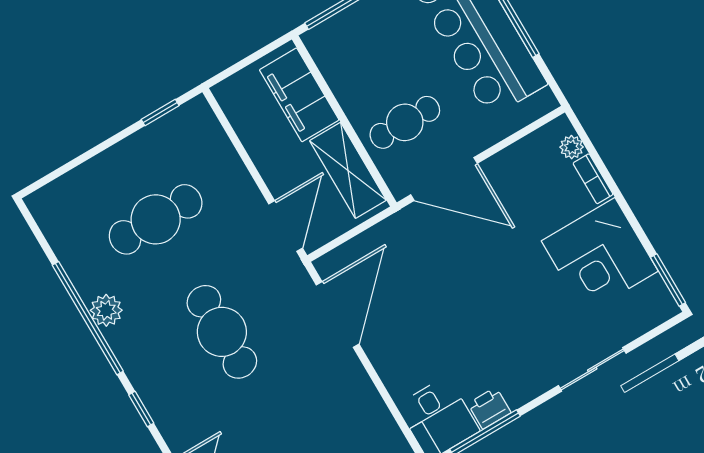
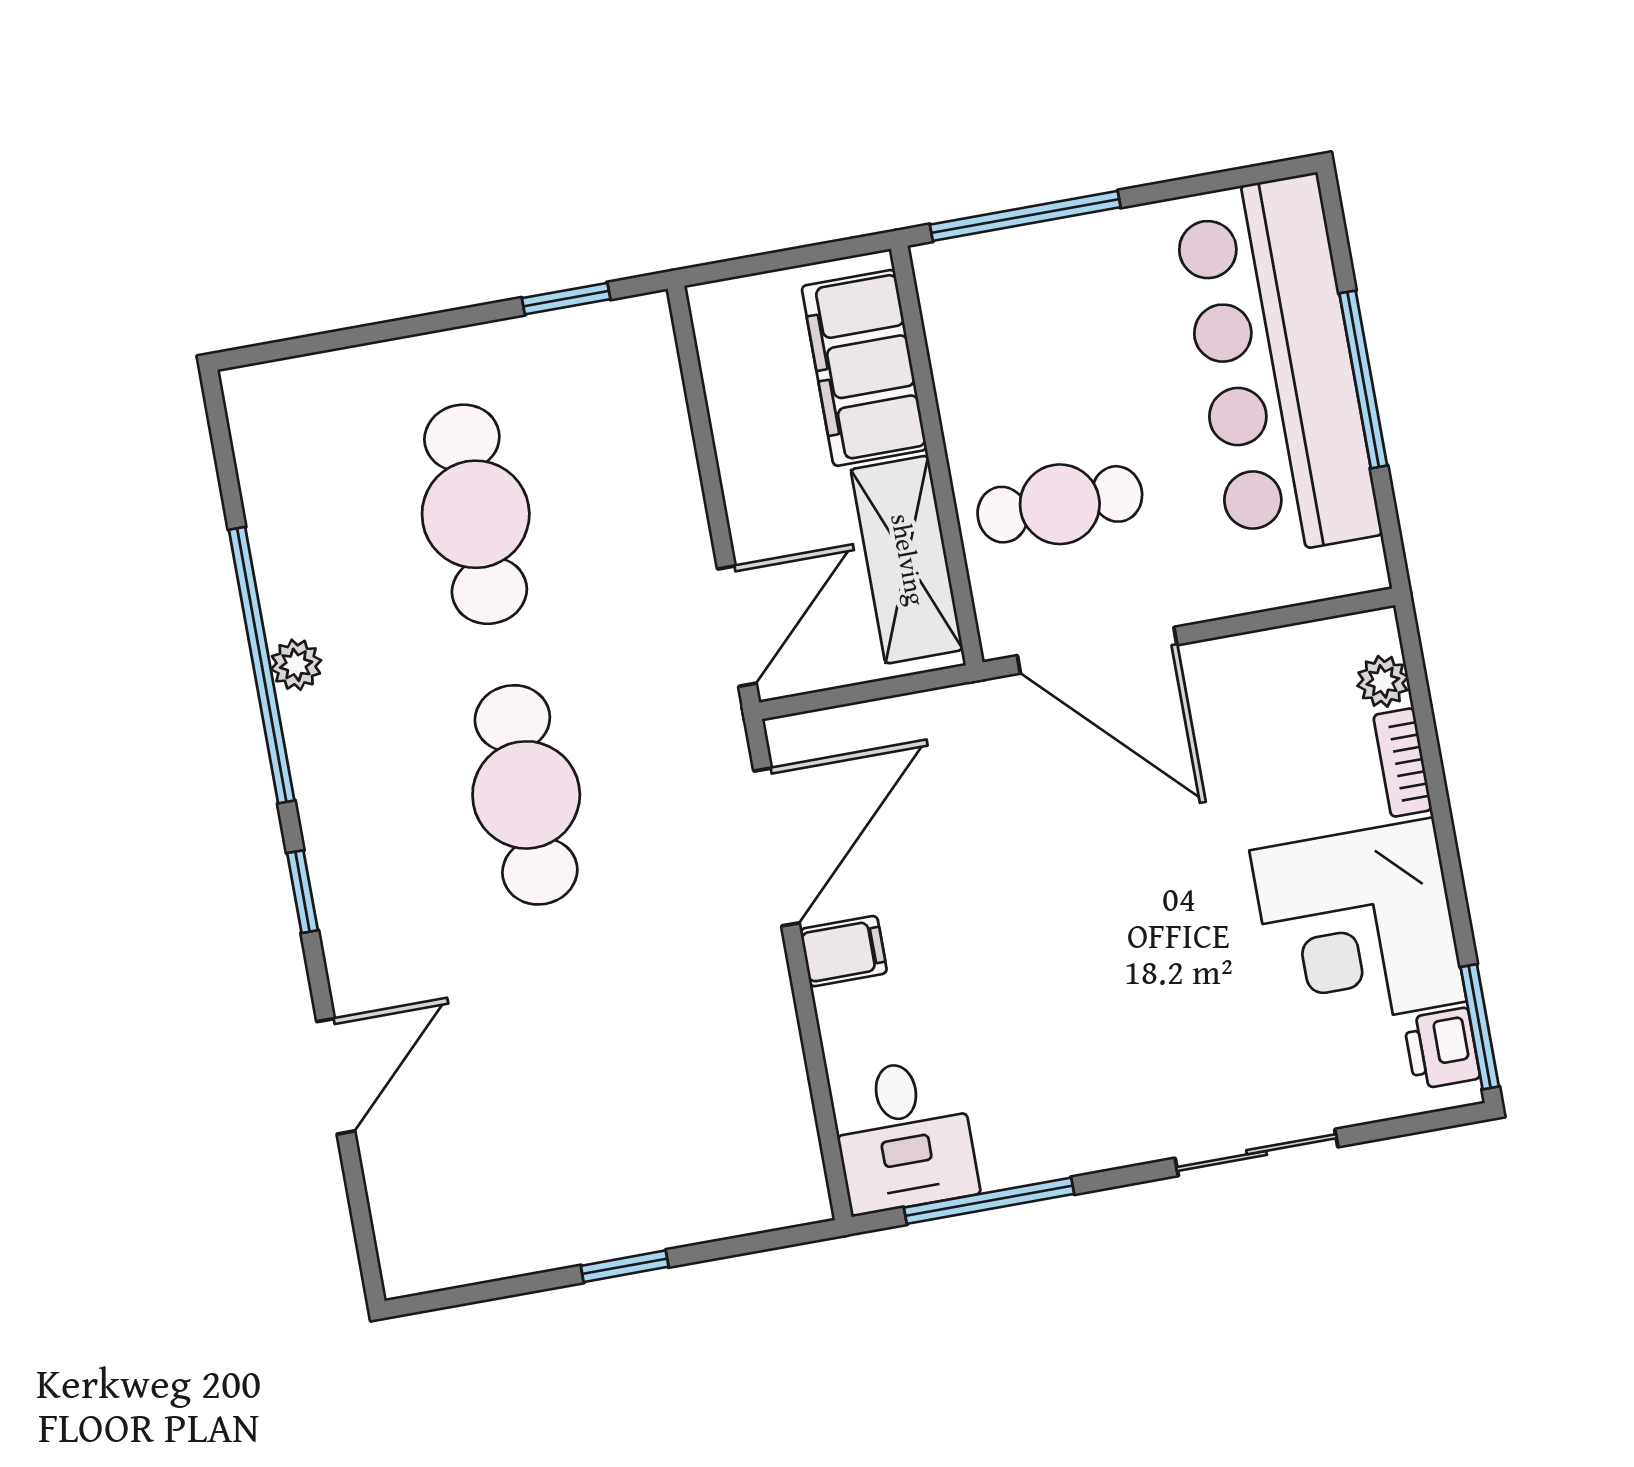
cafe table: (156, 219) -> (476, 514), turned 90
plant: (106, 310) -> (296, 665), width x0.73, depth x0.73
filing cabinet: (383, 349) -> (844, 951), added
printer: (489, 408) -> (1442, 1048), moved, turned -90

